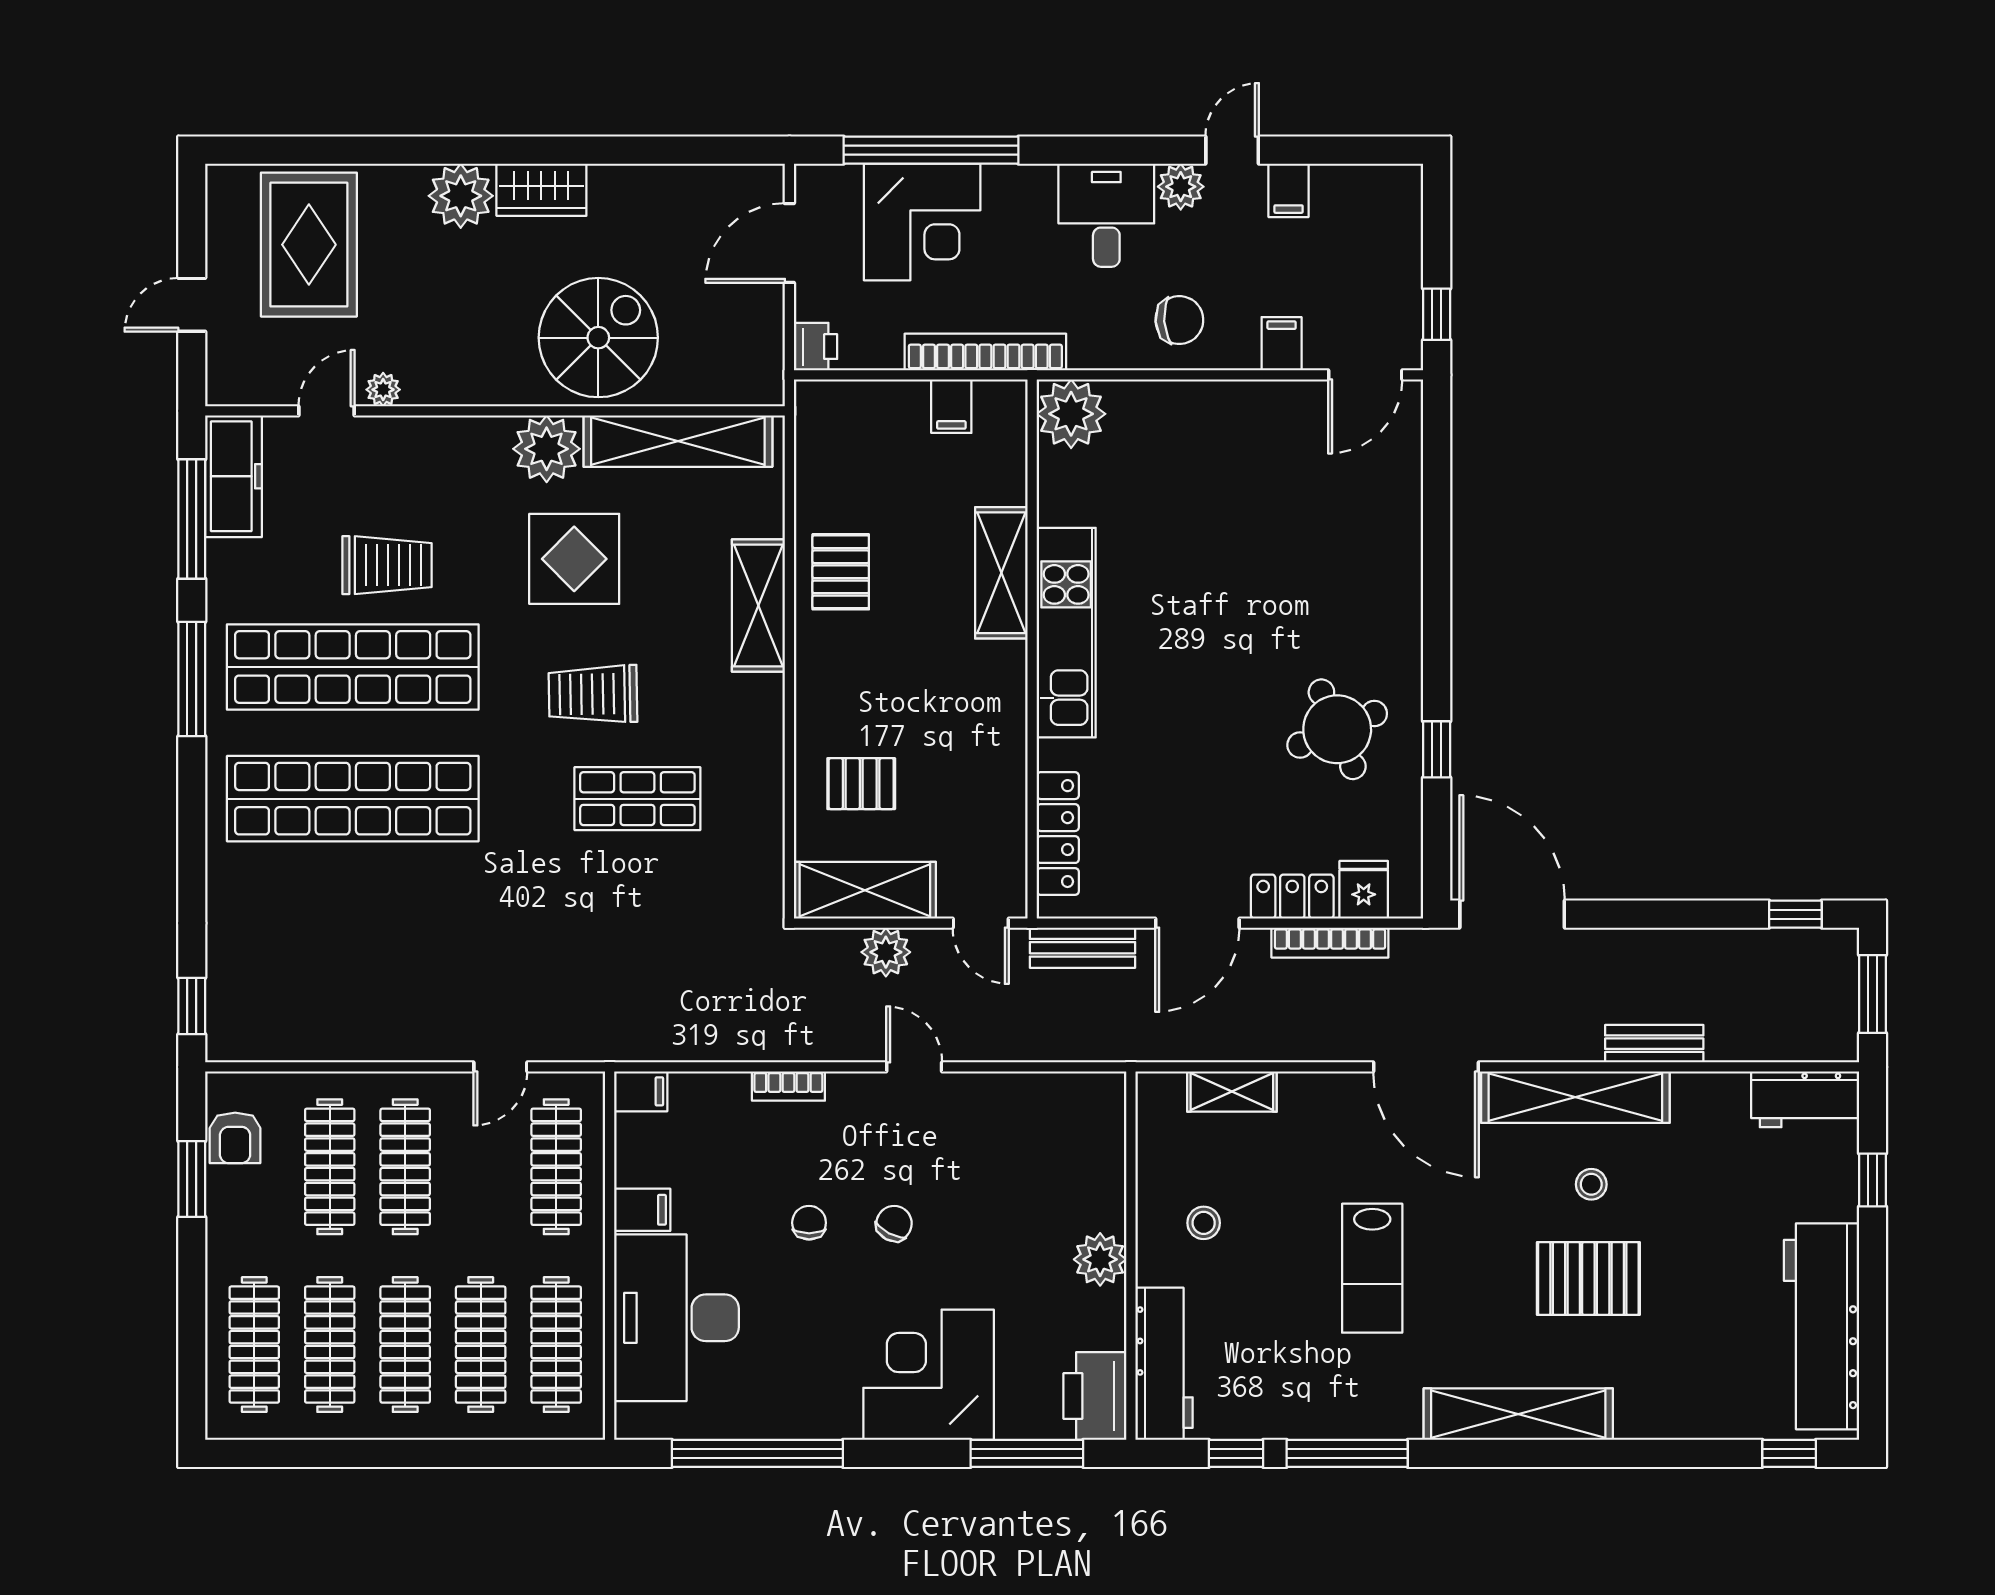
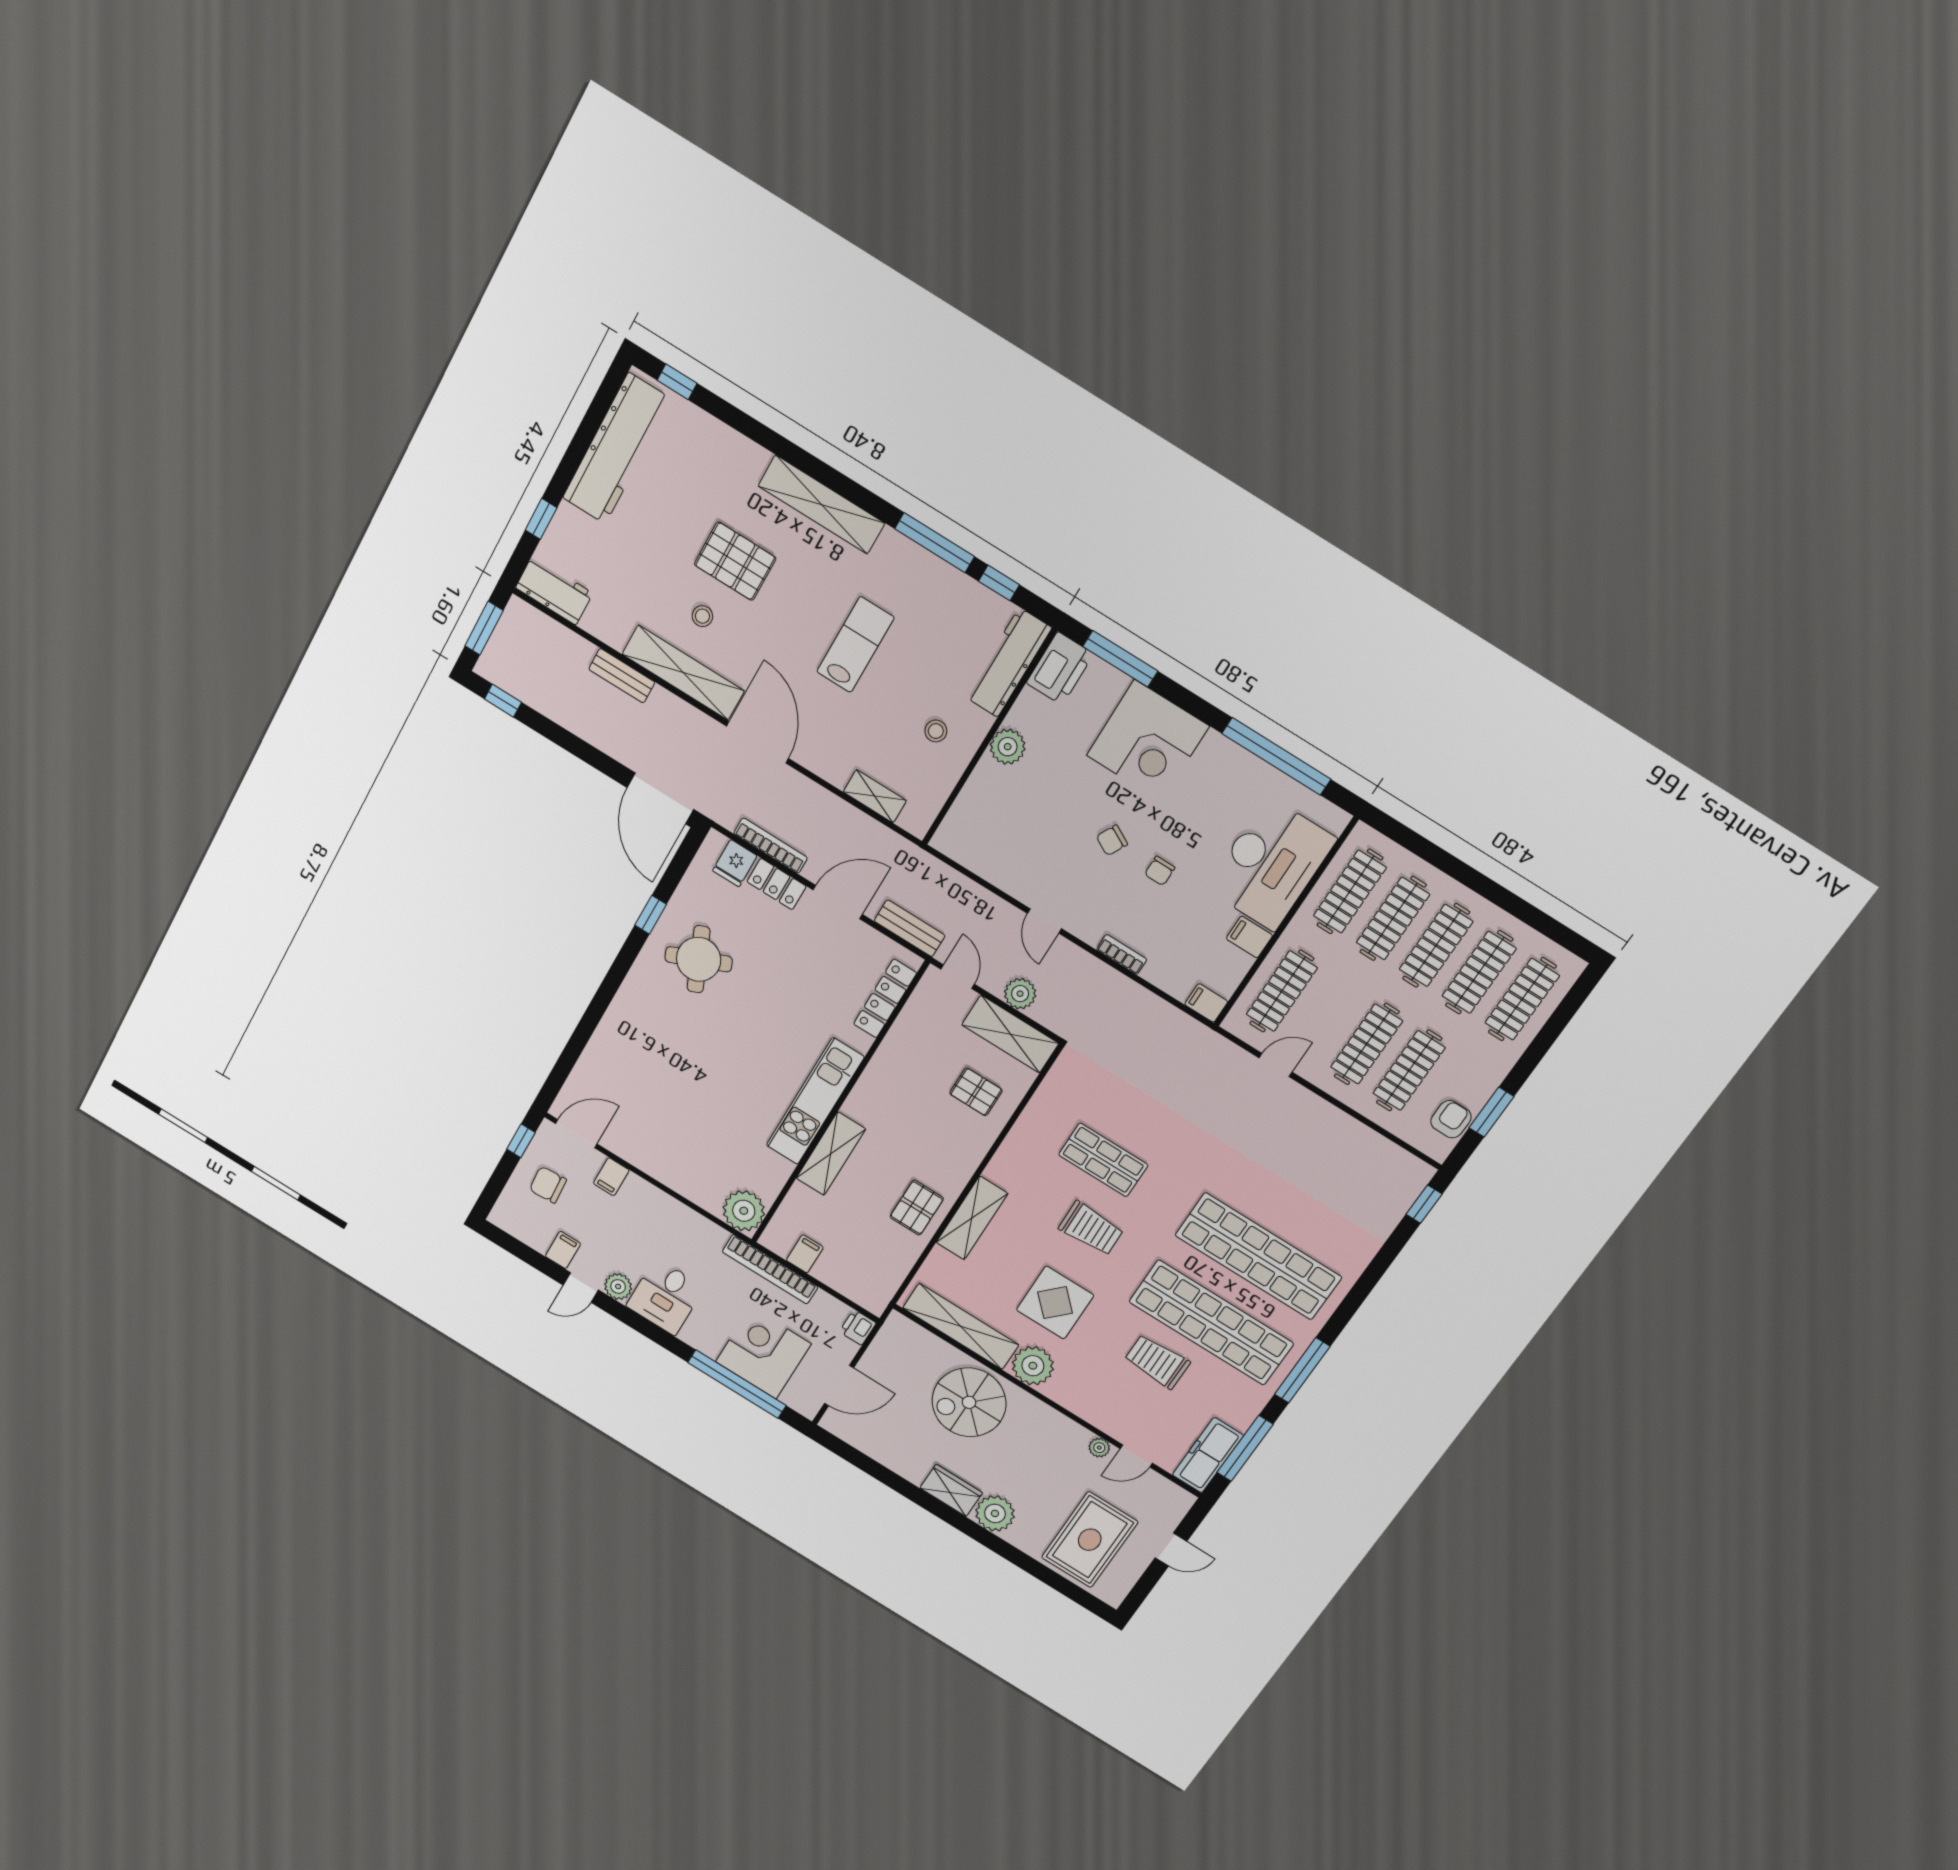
chair: (1179, 320) -> (548, 1185), moved

